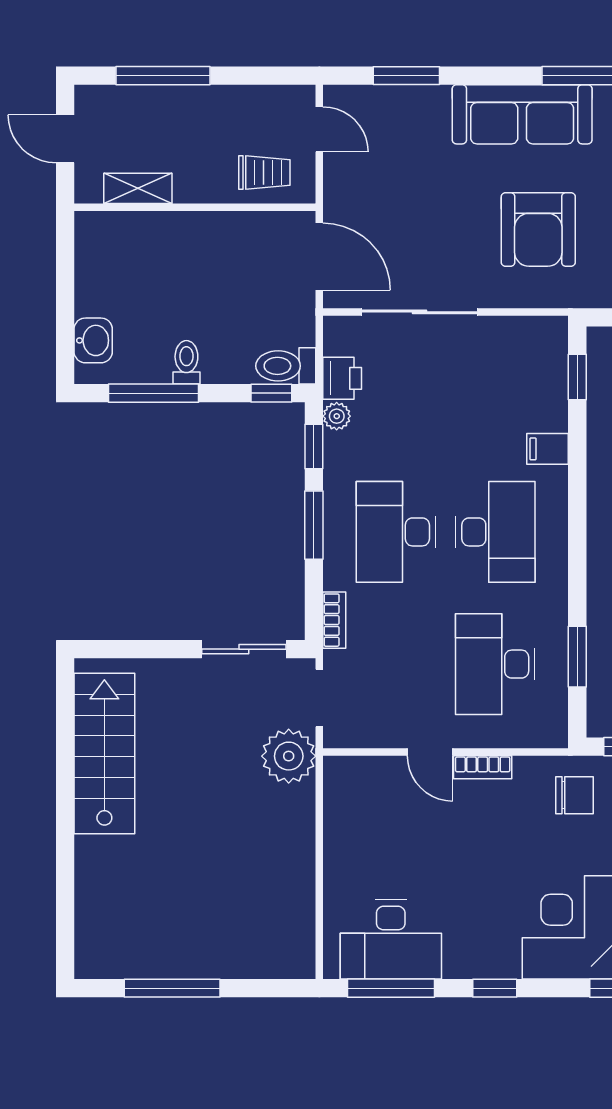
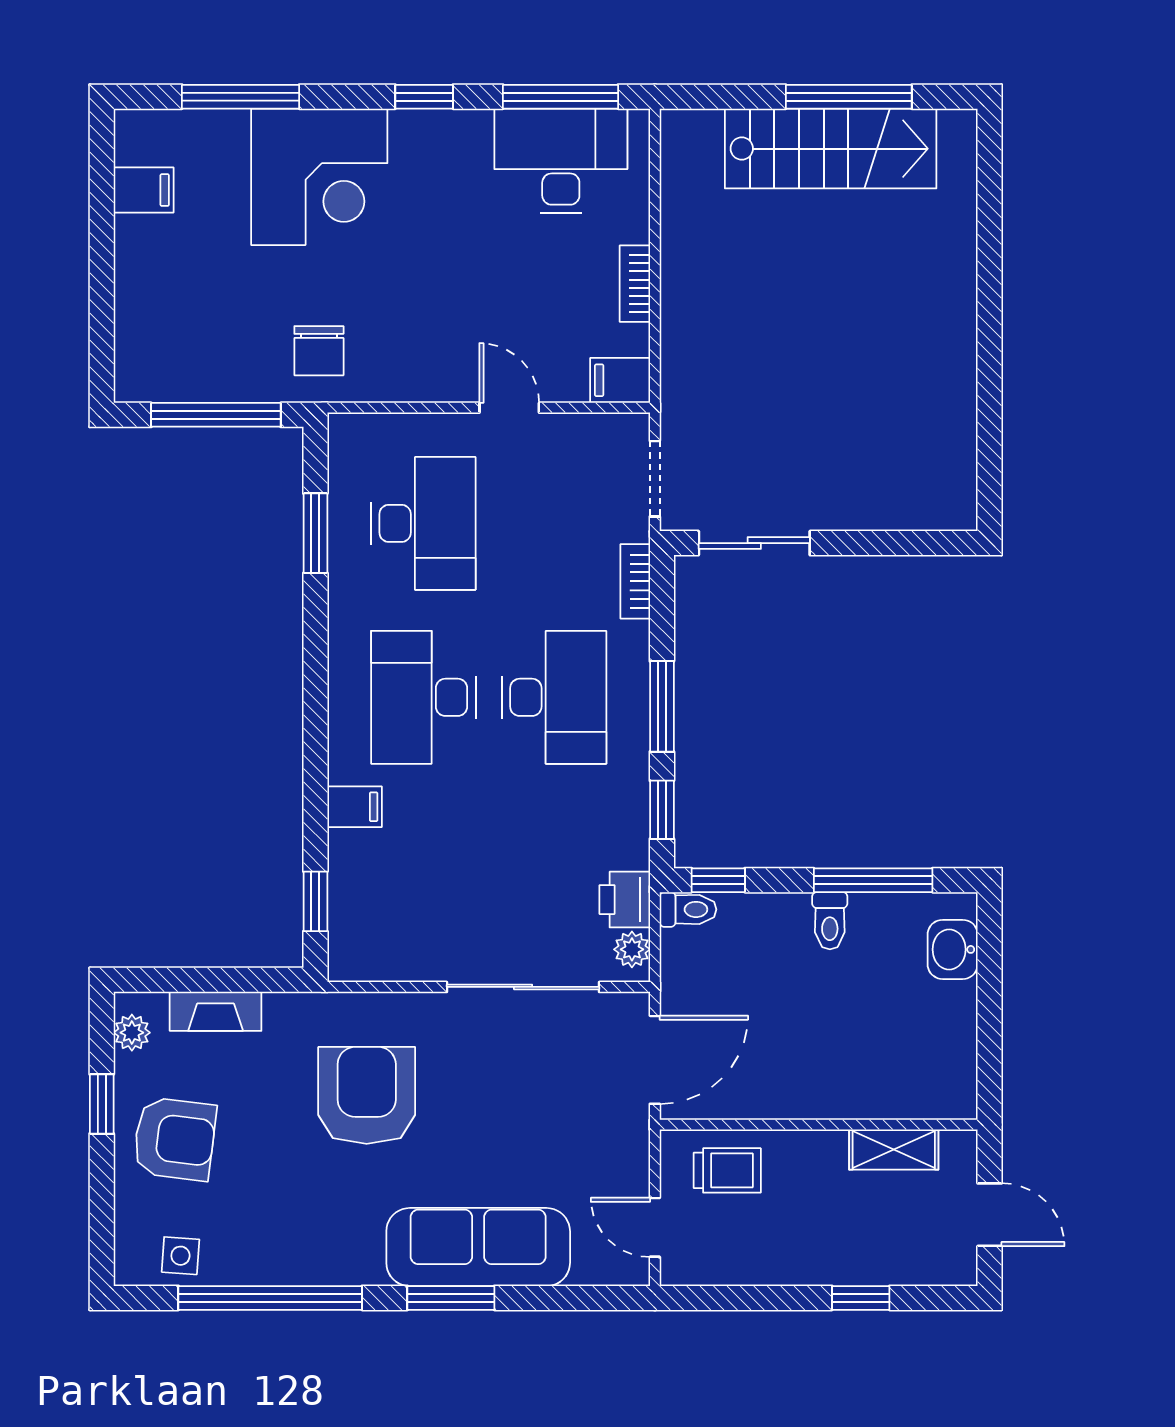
window: (163, 76) -> (861, 1298), width x0.46
window: (406, 76) -> (451, 1298), moved
sofa: (522, 114) -> (478, 1247), moved
trolley: (264, 173) -> (727, 1170), turned 180
door: (319, 257) -> (655, 1060), swing flipped
toilet: (286, 366) -> (688, 909), width x0.73, depth x0.72
plant: (337, 416) -> (632, 949), moved
stairs: (104, 754) -> (831, 149), moved, turned -90
plant: (289, 756) -> (695, 402), removed
bookcase: (483, 767) -> (635, 284), moved, turned -90
filing cabinet: (346, 773) -> (620, 380), added
chair: (575, 795) -> (319, 351), turned -90

